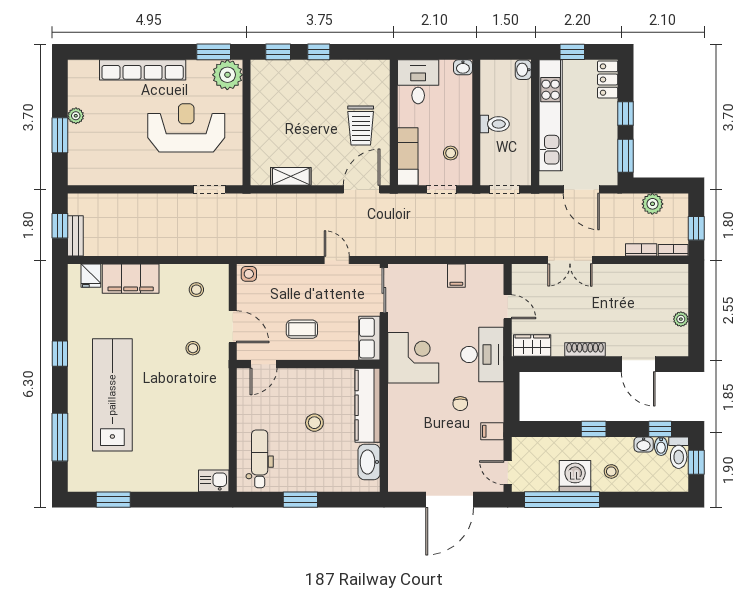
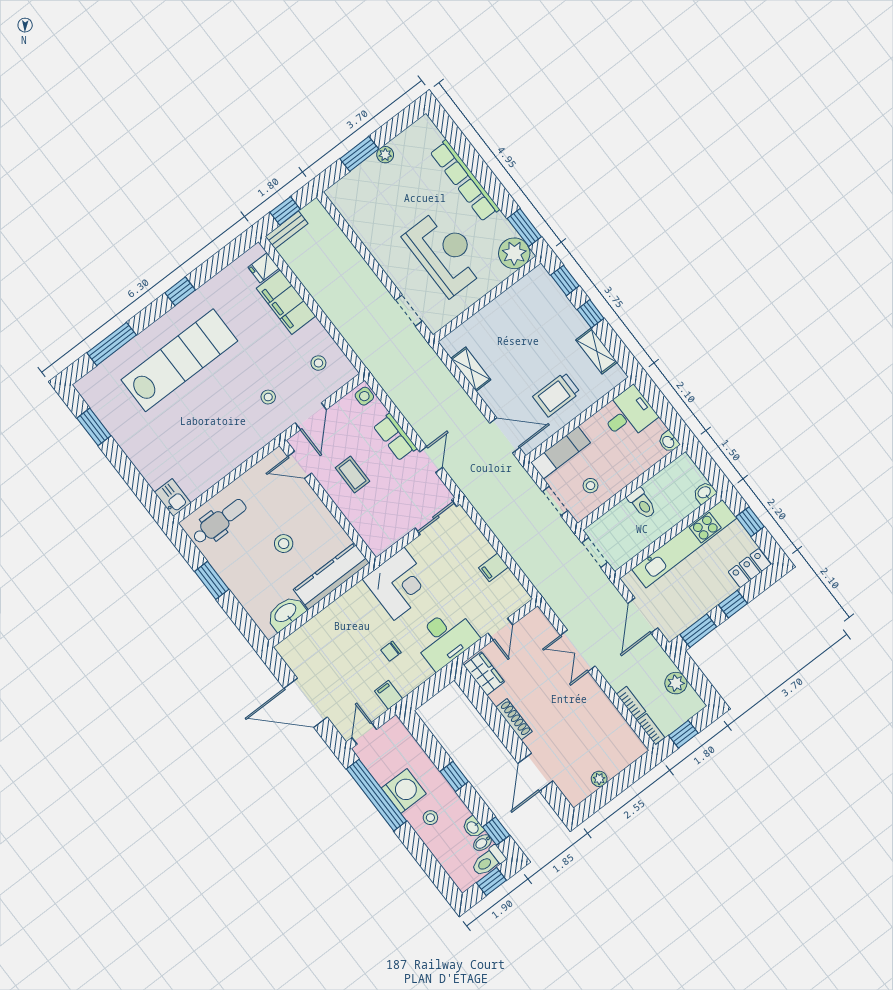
shelving: (351, 69) -> (597, 351), added
row of seats: (369, 338) -> (395, 437), moved, turned -90

